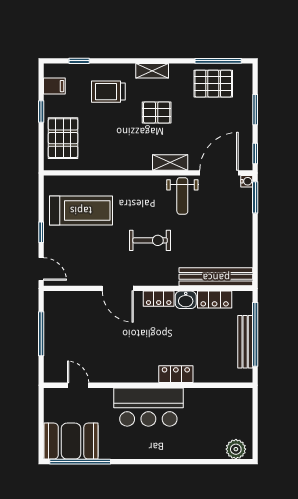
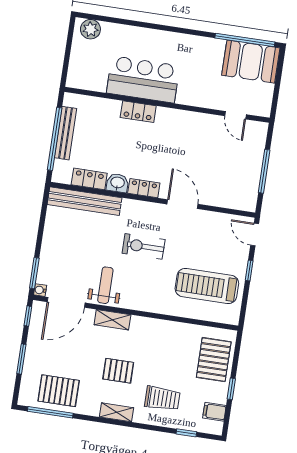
bar counter: (148, 407) -> (143, 79), moved

